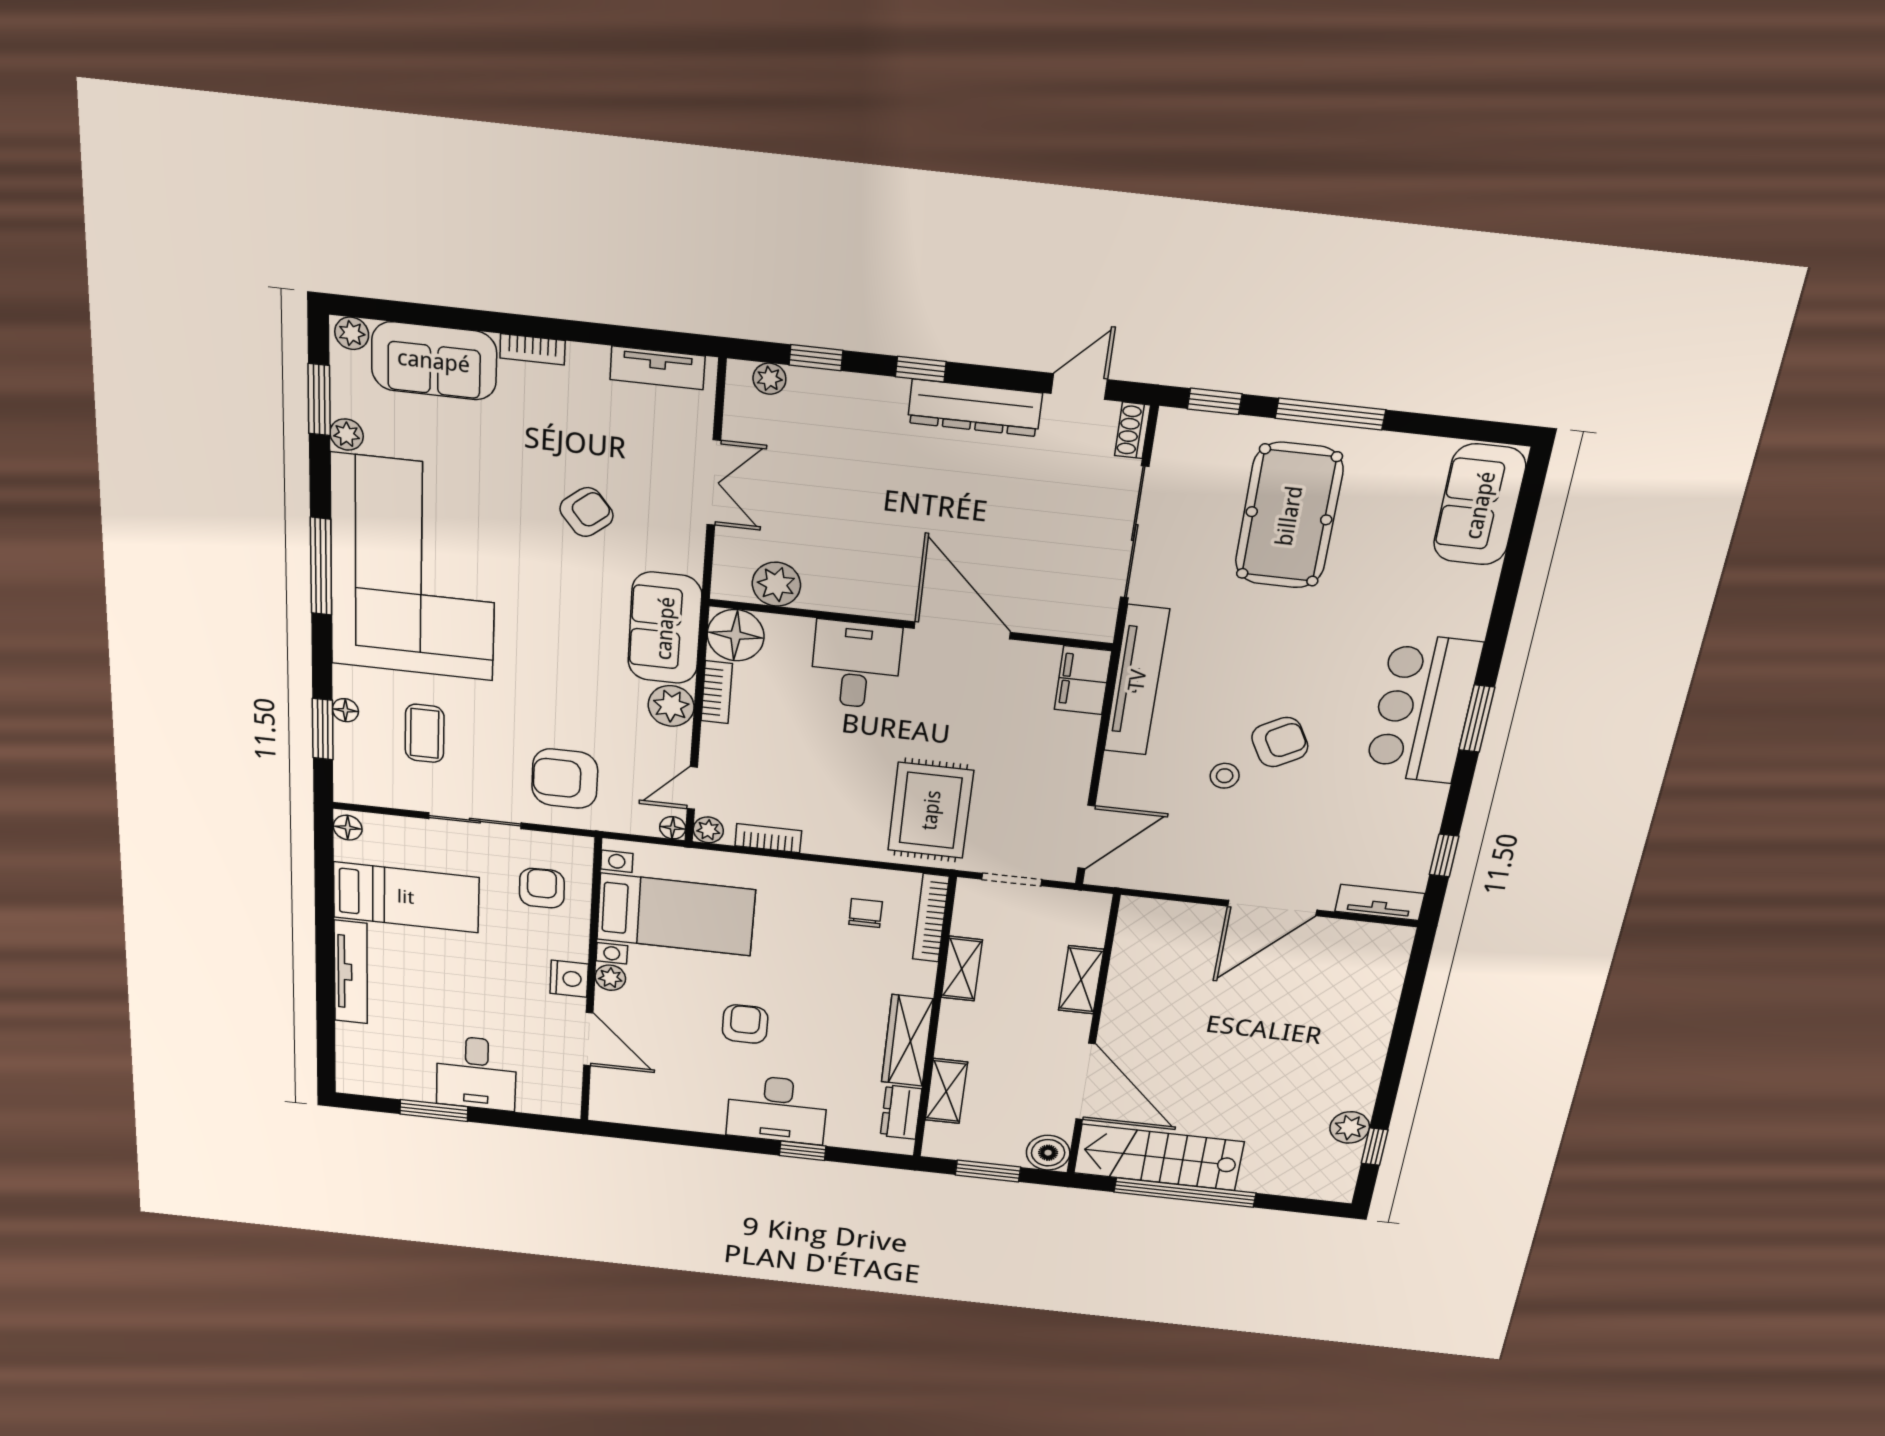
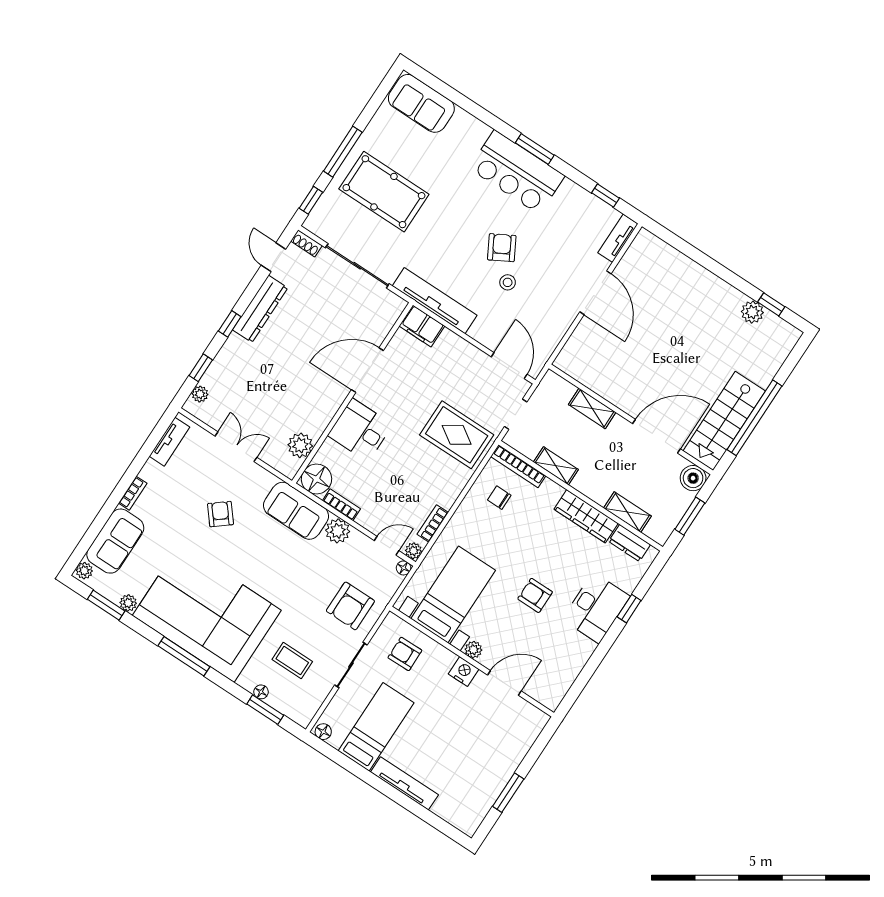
door: (692, 788) -> (387, 546), swing flipped
desk: (476, 1073) -> (496, 755), removed

